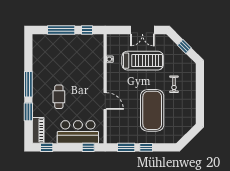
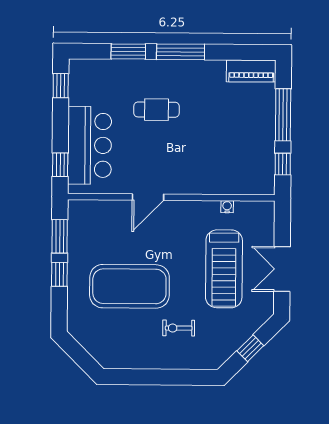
piano: (38, 130) -> (251, 71), moved

